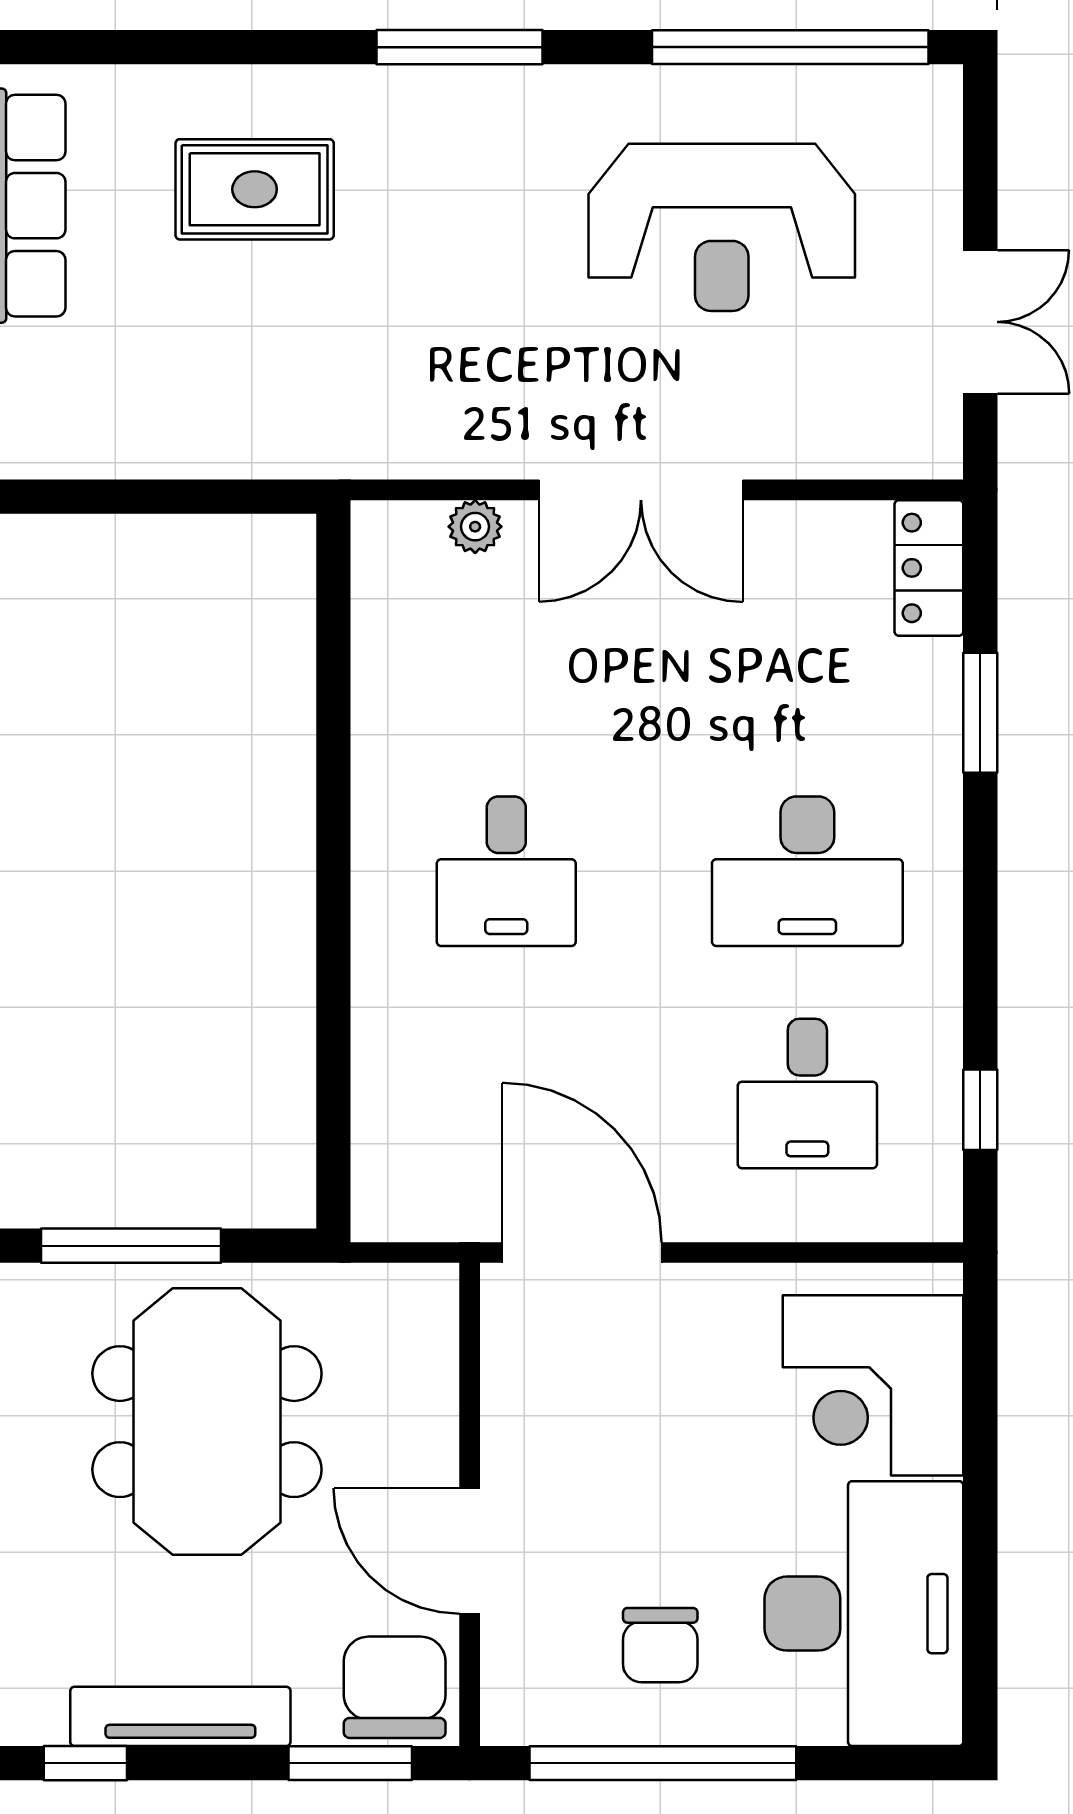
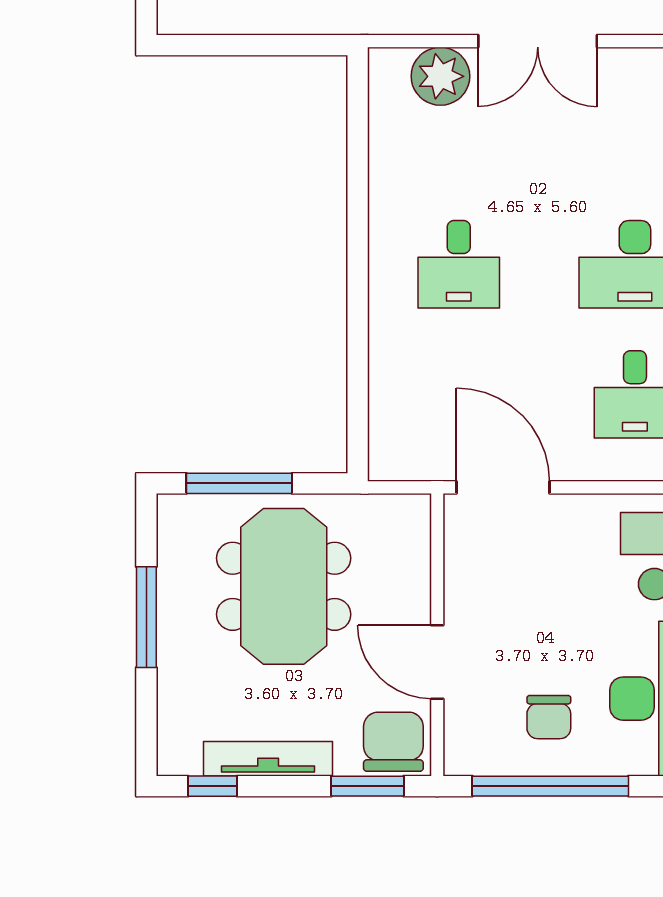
plant: (475, 527) -> (440, 76), width x1.88, depth x1.88

